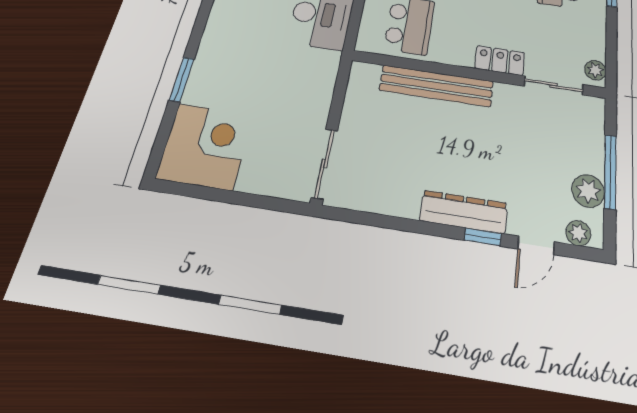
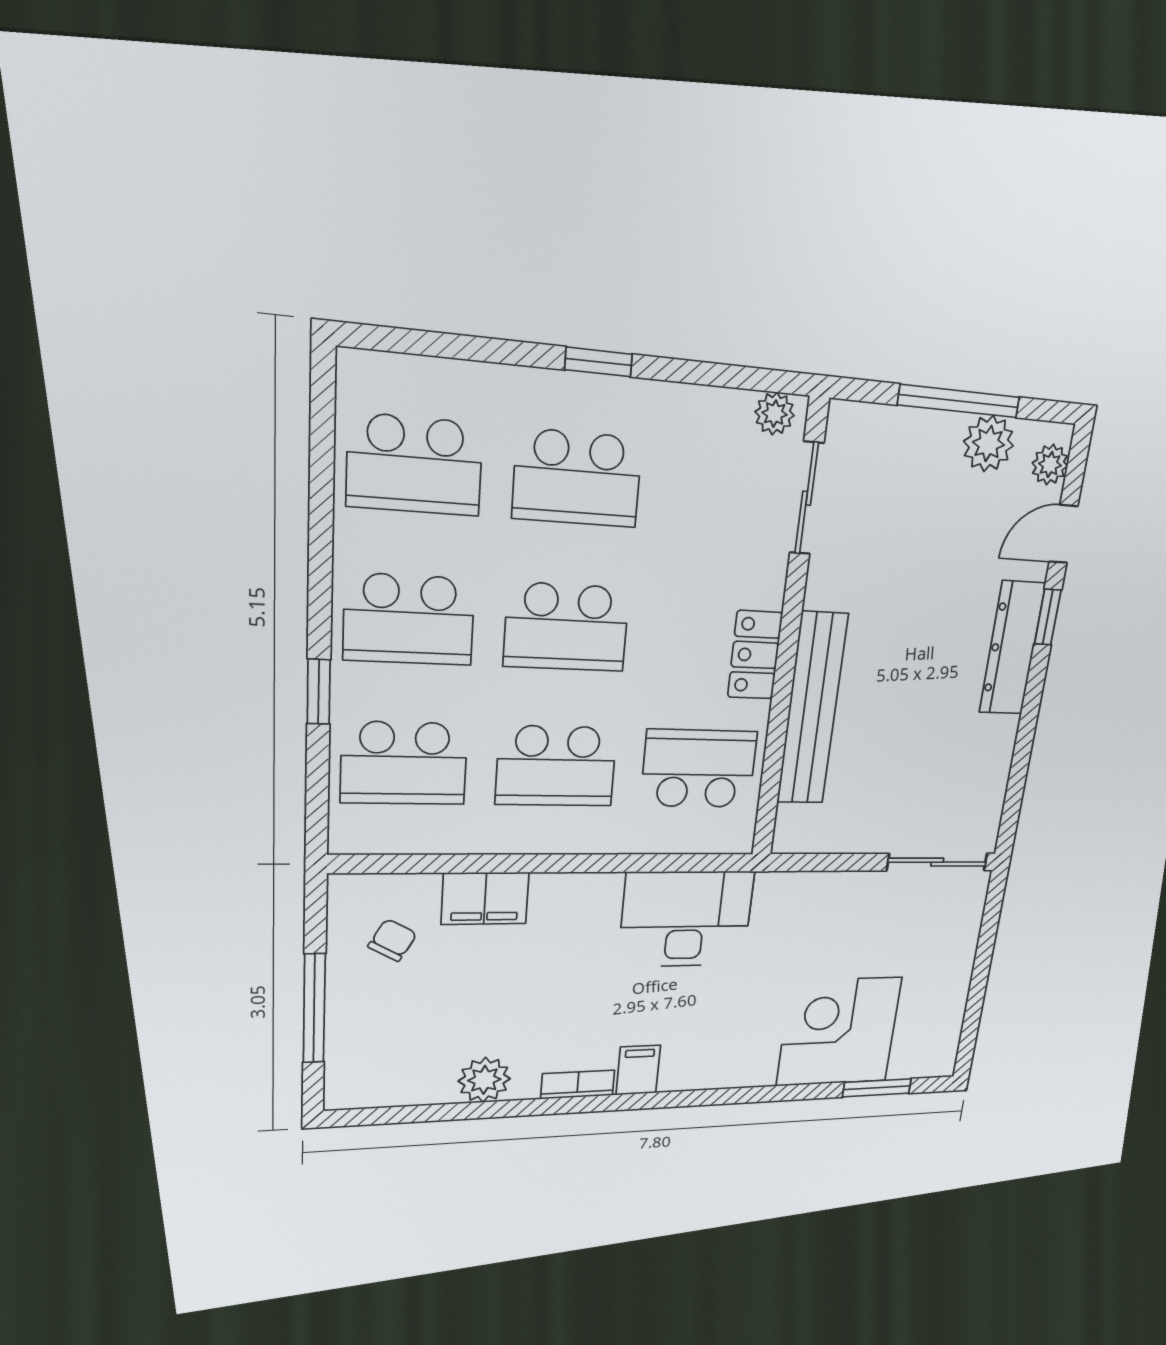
locker: (500, 61) -> (755, 655), moved
window: (182, 79) -> (877, 1088), moved
corner desk: (205, 146) -> (839, 1032), moved
door: (536, 245) -> (1063, 534), swing flipped

